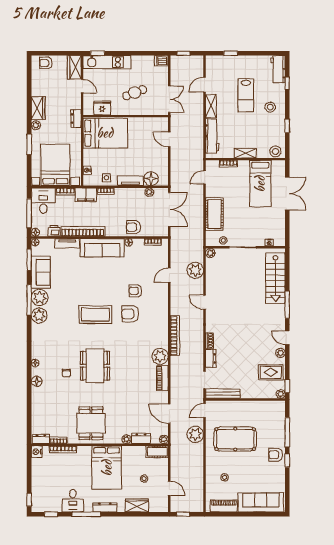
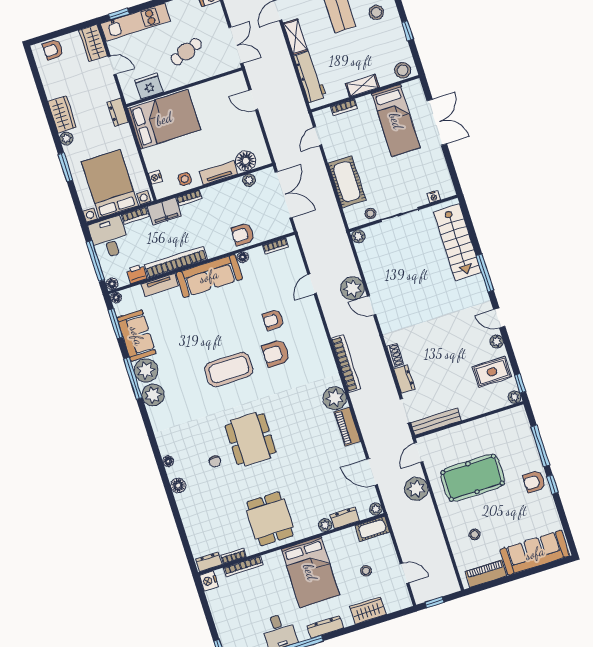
plant: (195, 270) -> (352, 288), moved

